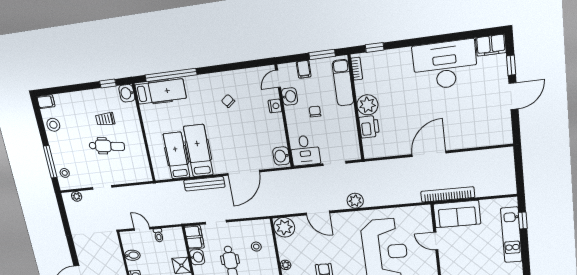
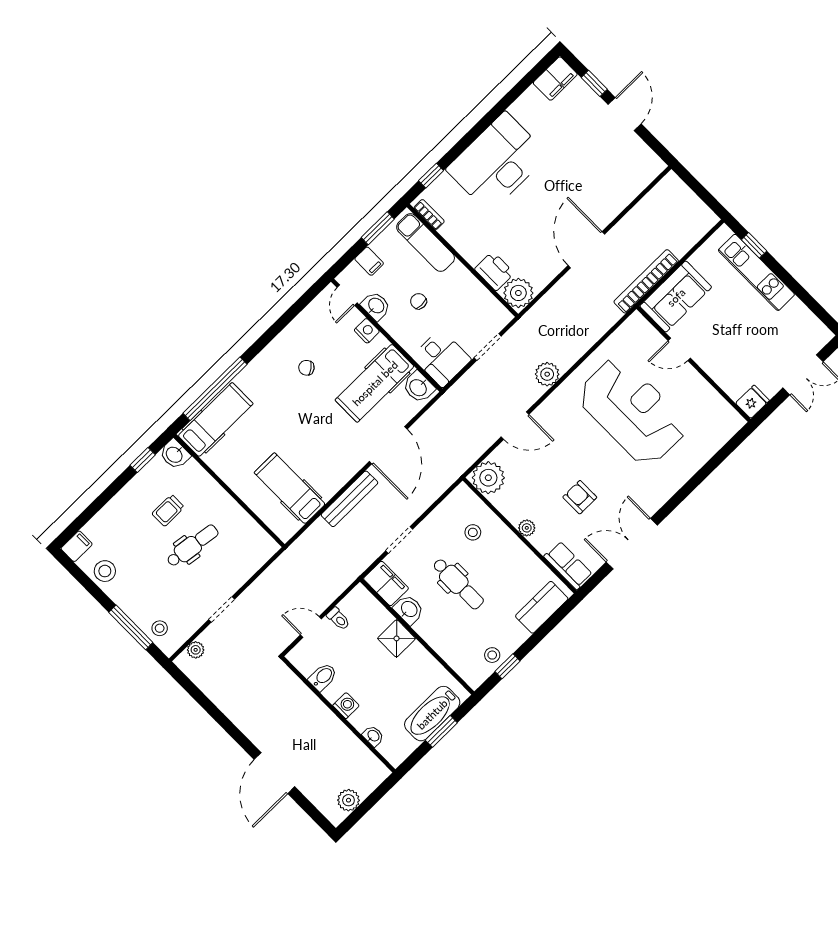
desk: (445, 65) -> (497, 162), moved
plant: (367, 105) -> (518, 293), moved
hospital bed: (198, 151) -> (375, 383), moved, turned -90

